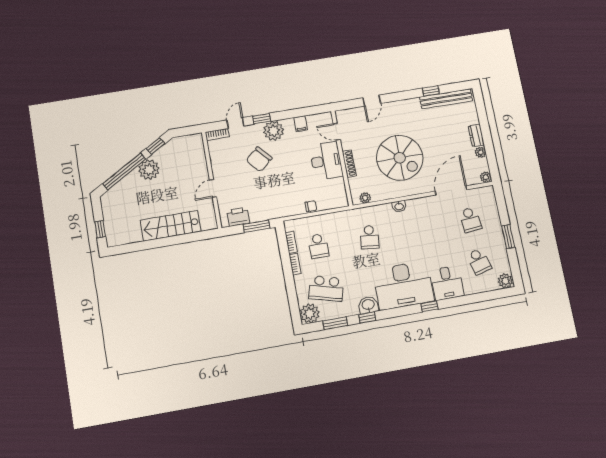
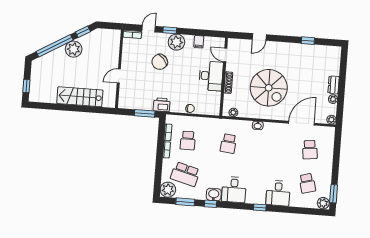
bench: (446, 99) -> (318, 50), removed
printer: (238, 217) -> (162, 105), moved
window: (508, 237) -> (334, 194), moved
desk: (403, 285) -> (234, 190), width x0.53, depth x0.77

